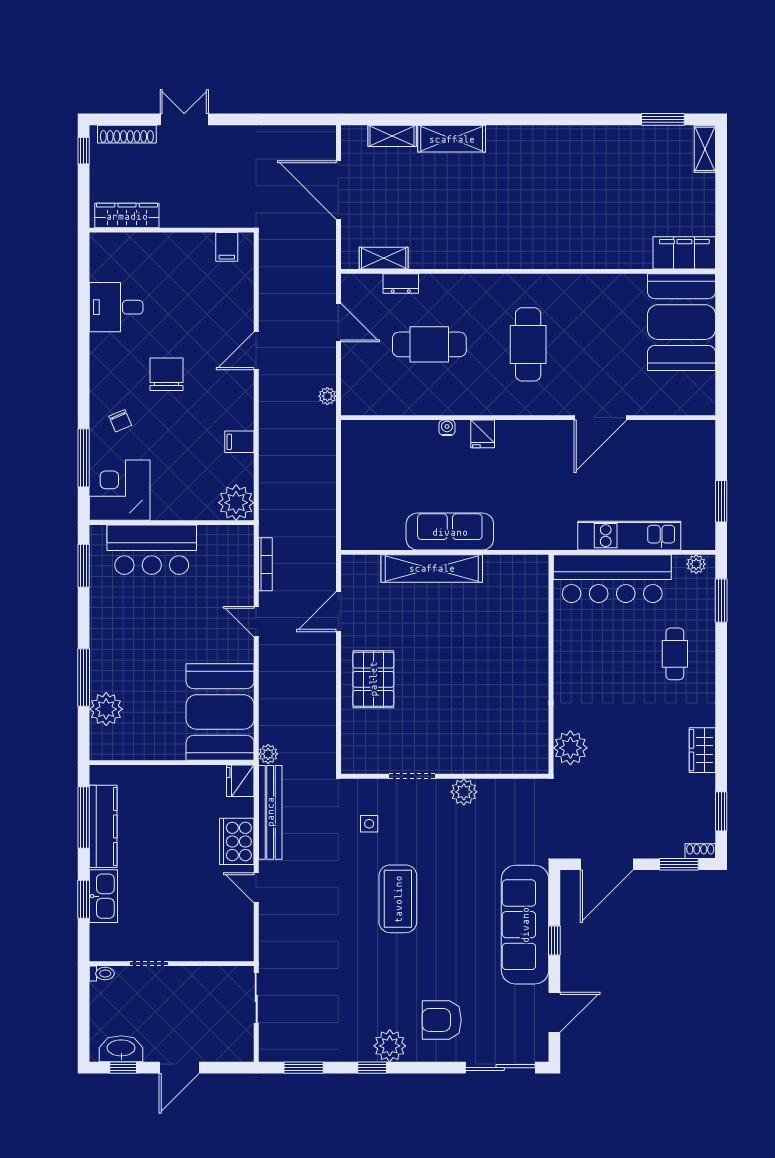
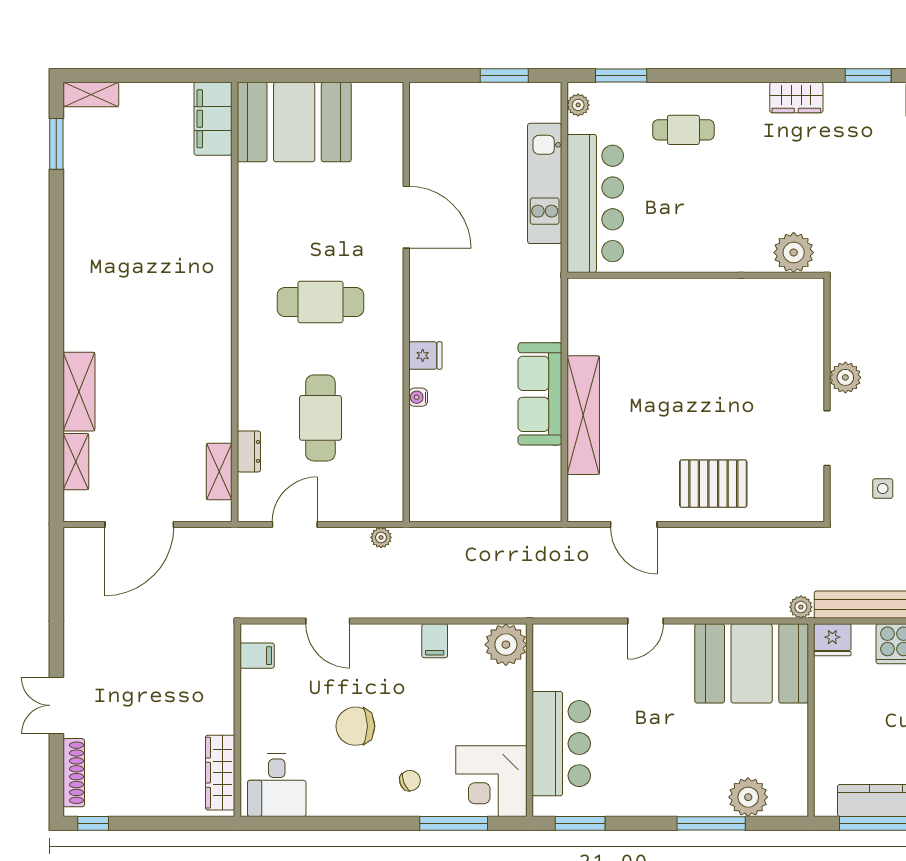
wardrobe: (127, 216) -> (220, 773), moved
wall: (172, 230) -> (237, 720), moved
filing cabinet: (227, 247) -> (257, 656), moved
bookcase: (265, 564) -> (578, 610), removed

